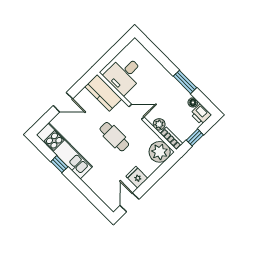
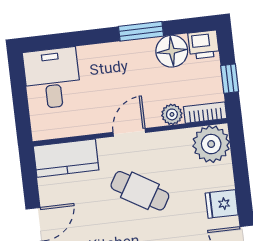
desk: (124, 75) -> (52, 78), moved, turned 180
floor lamp: (193, 102) -> (172, 51), width x1.89, depth x1.89
cafe table: (114, 137) -> (140, 191), turned 31

